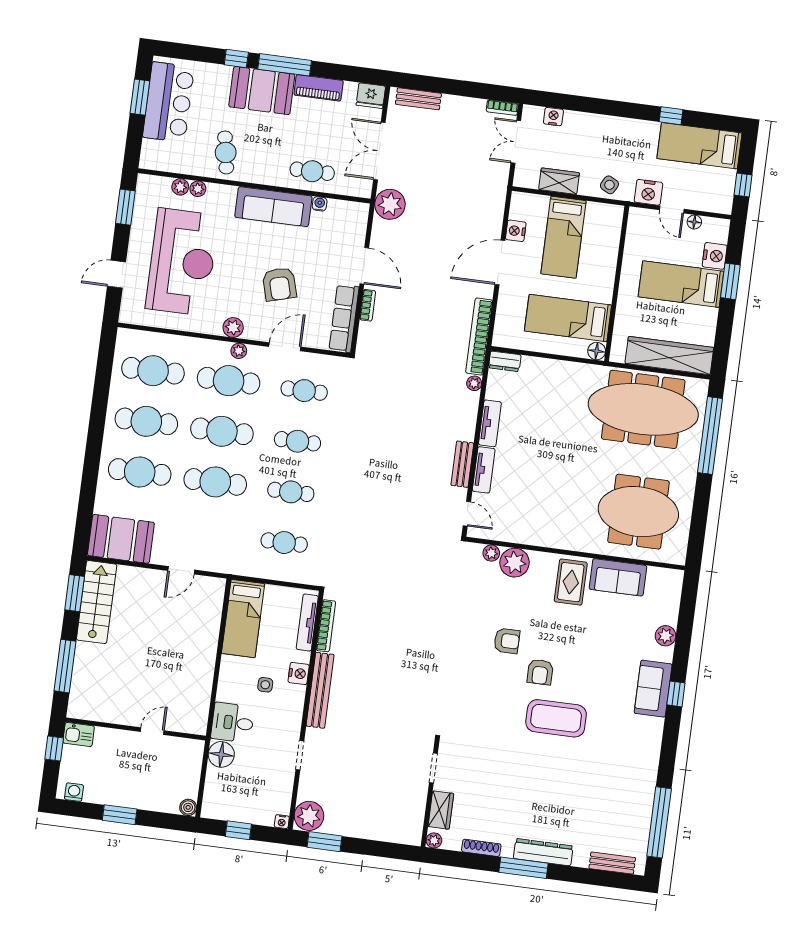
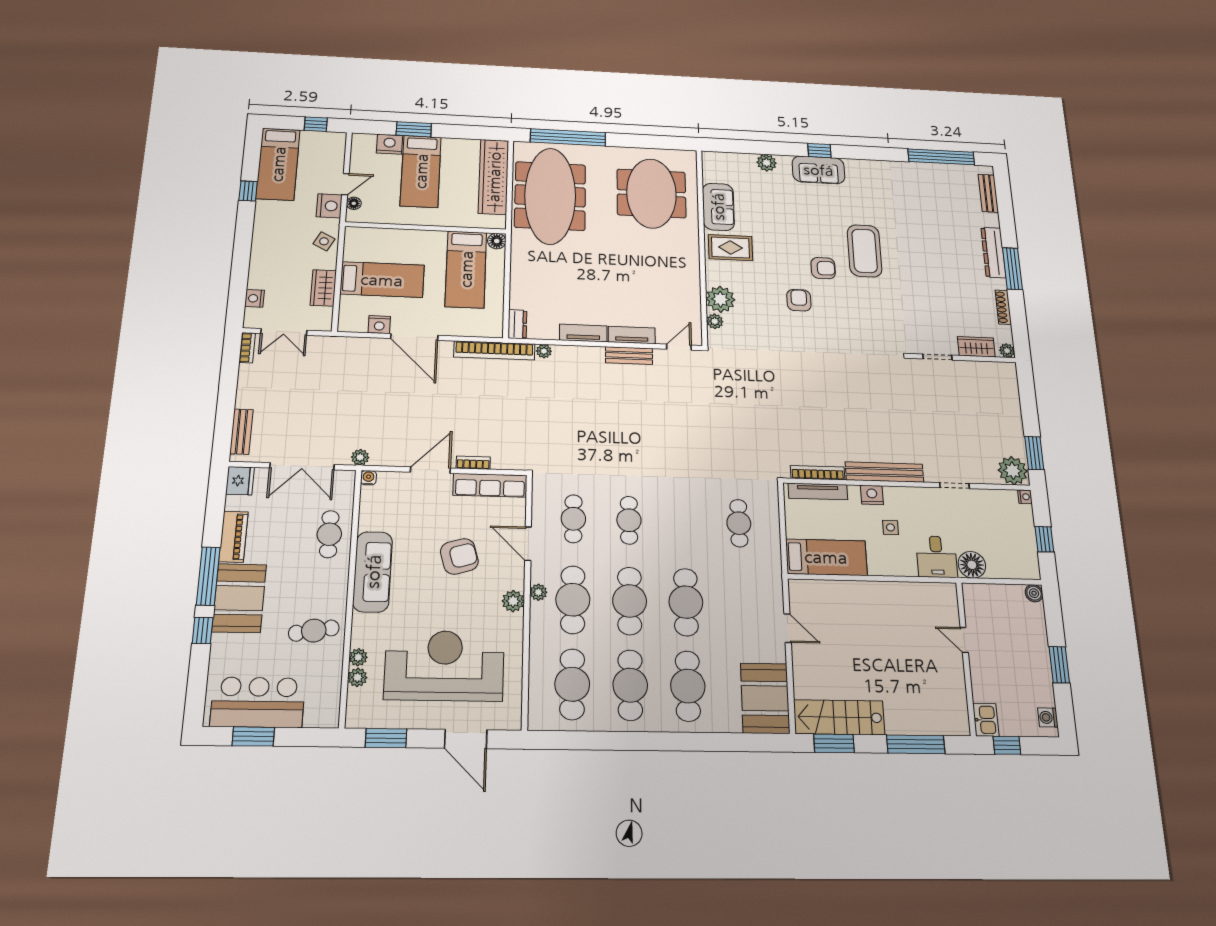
water cooler: (320, 204) -> (368, 478), moved, turned 90
plant: (390, 204) -> (360, 457), width x0.53, depth x0.53
floor lamp: (694, 222) -> (354, 203), moved
door: (117, 274) -> (466, 739), width x1.38
cafe table: (291, 492) -> (684, 522), removed

